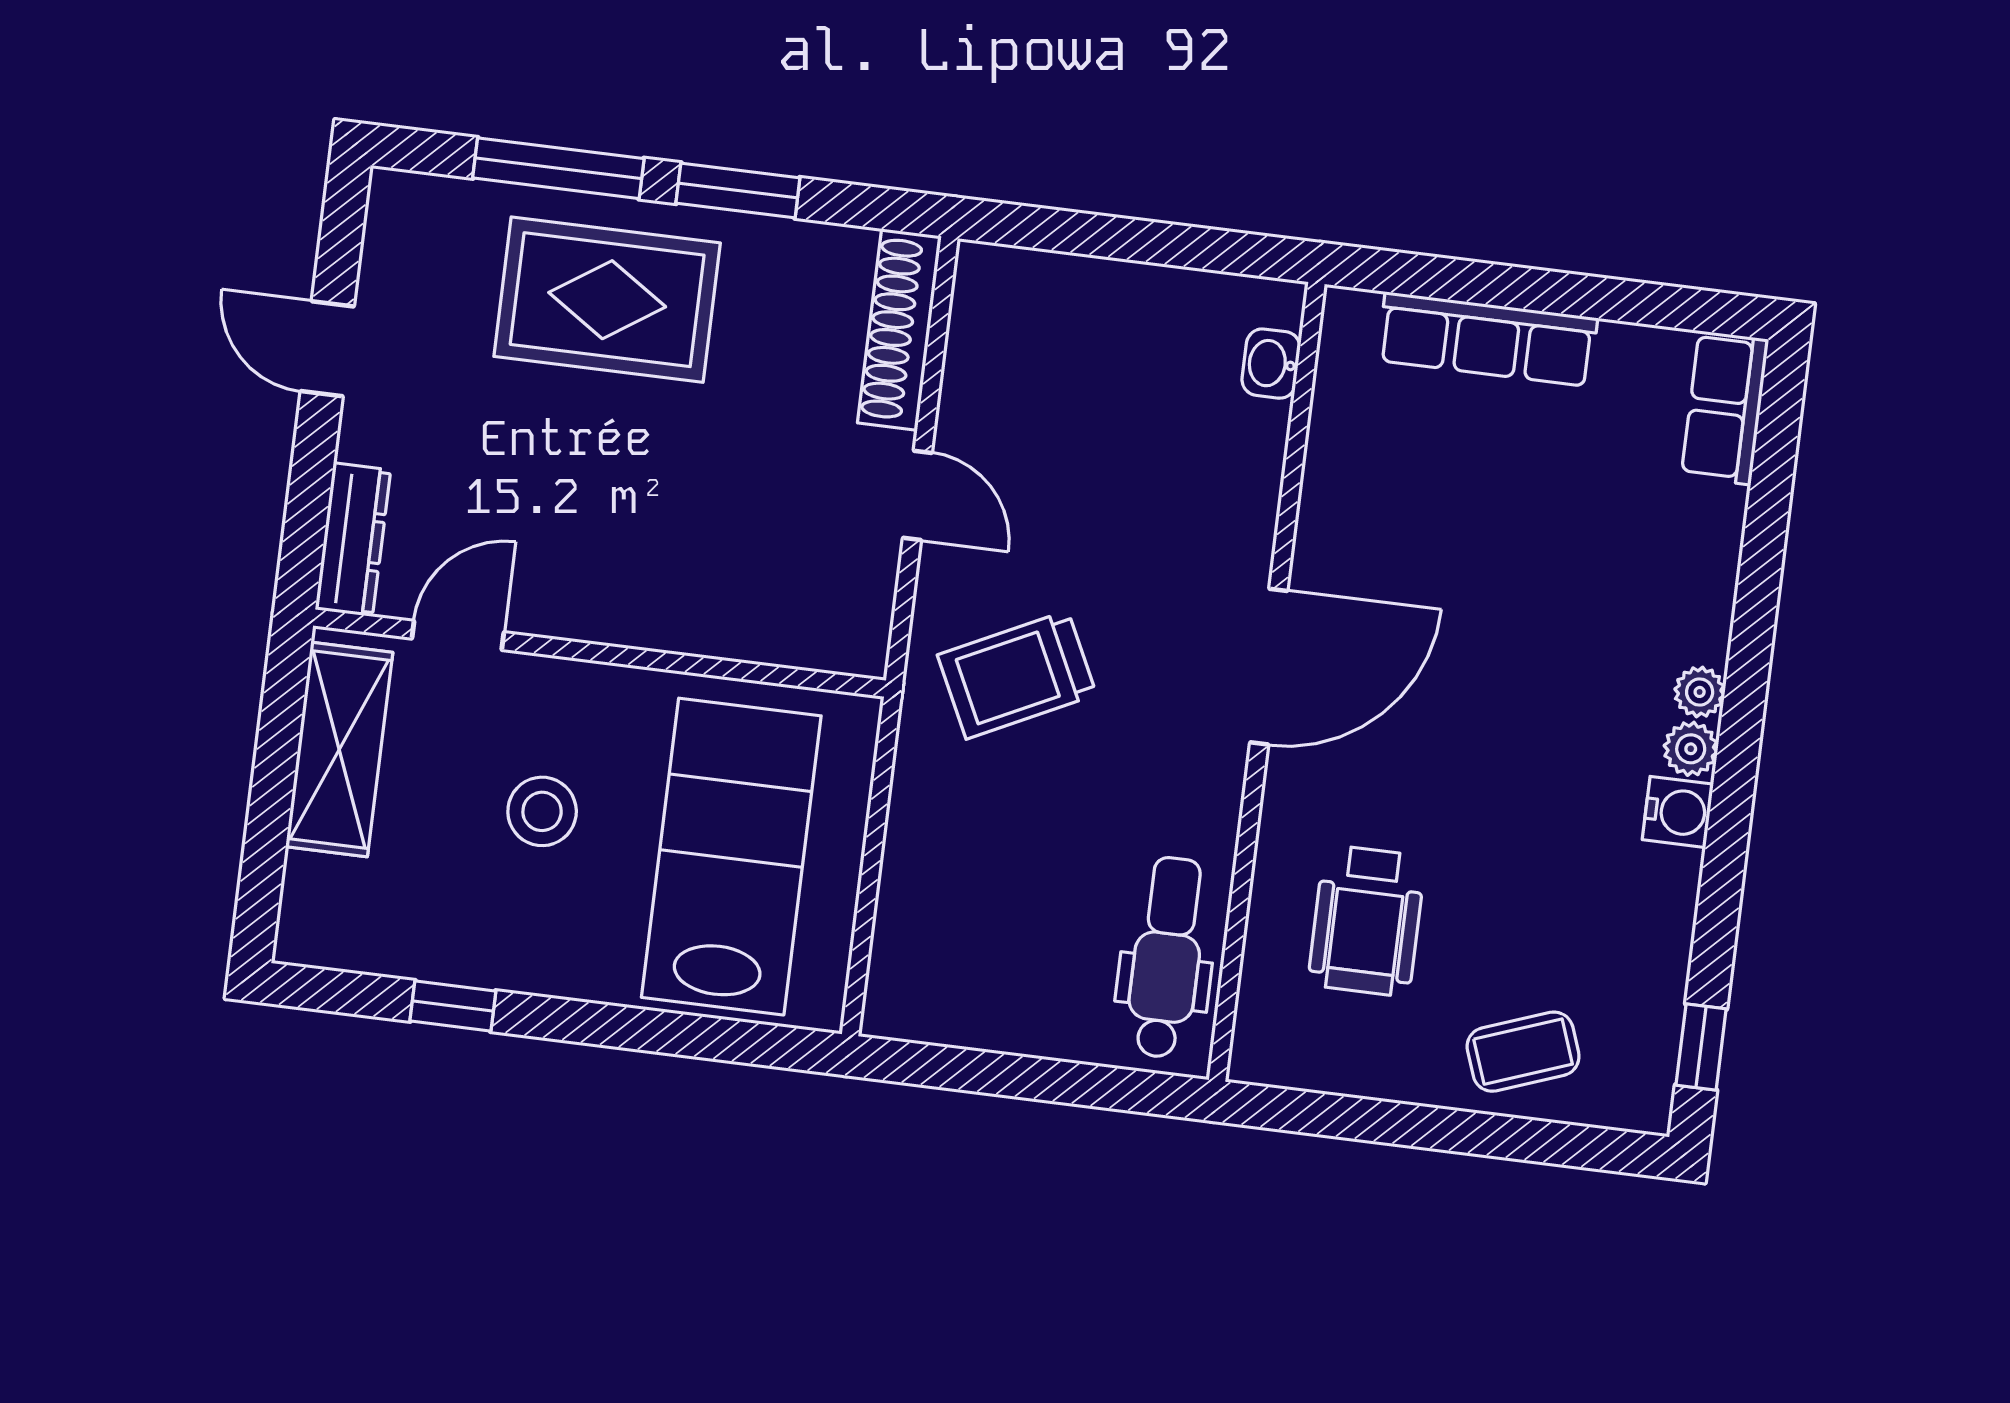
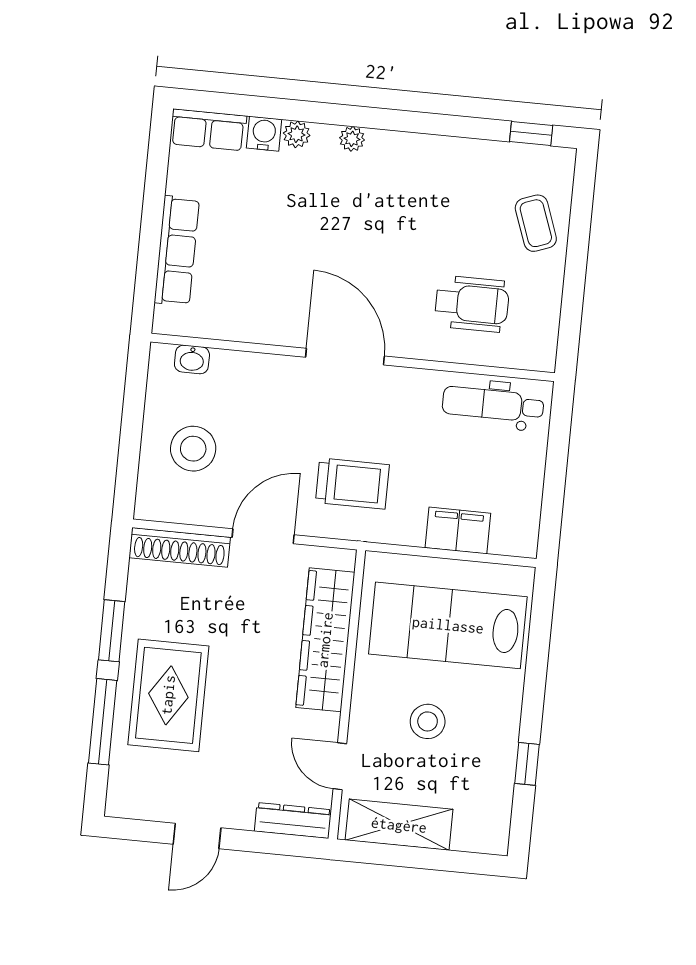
stool: (1094, 361) -> (193, 449), added
door: (917, 495) -> (263, 536), width x1.38
wardrobe: (709, 613) -> (325, 640), added
trolley: (1017, 675) -> (352, 484), turned -64
plant: (1691, 749) -> (297, 134), moved
water cooler: (1678, 812) -> (264, 134), moved
filing cabinet: (919, 881) -> (458, 530), added

